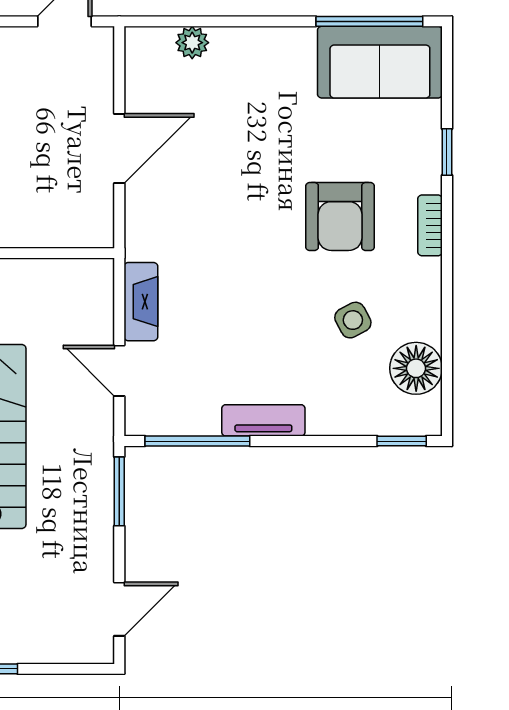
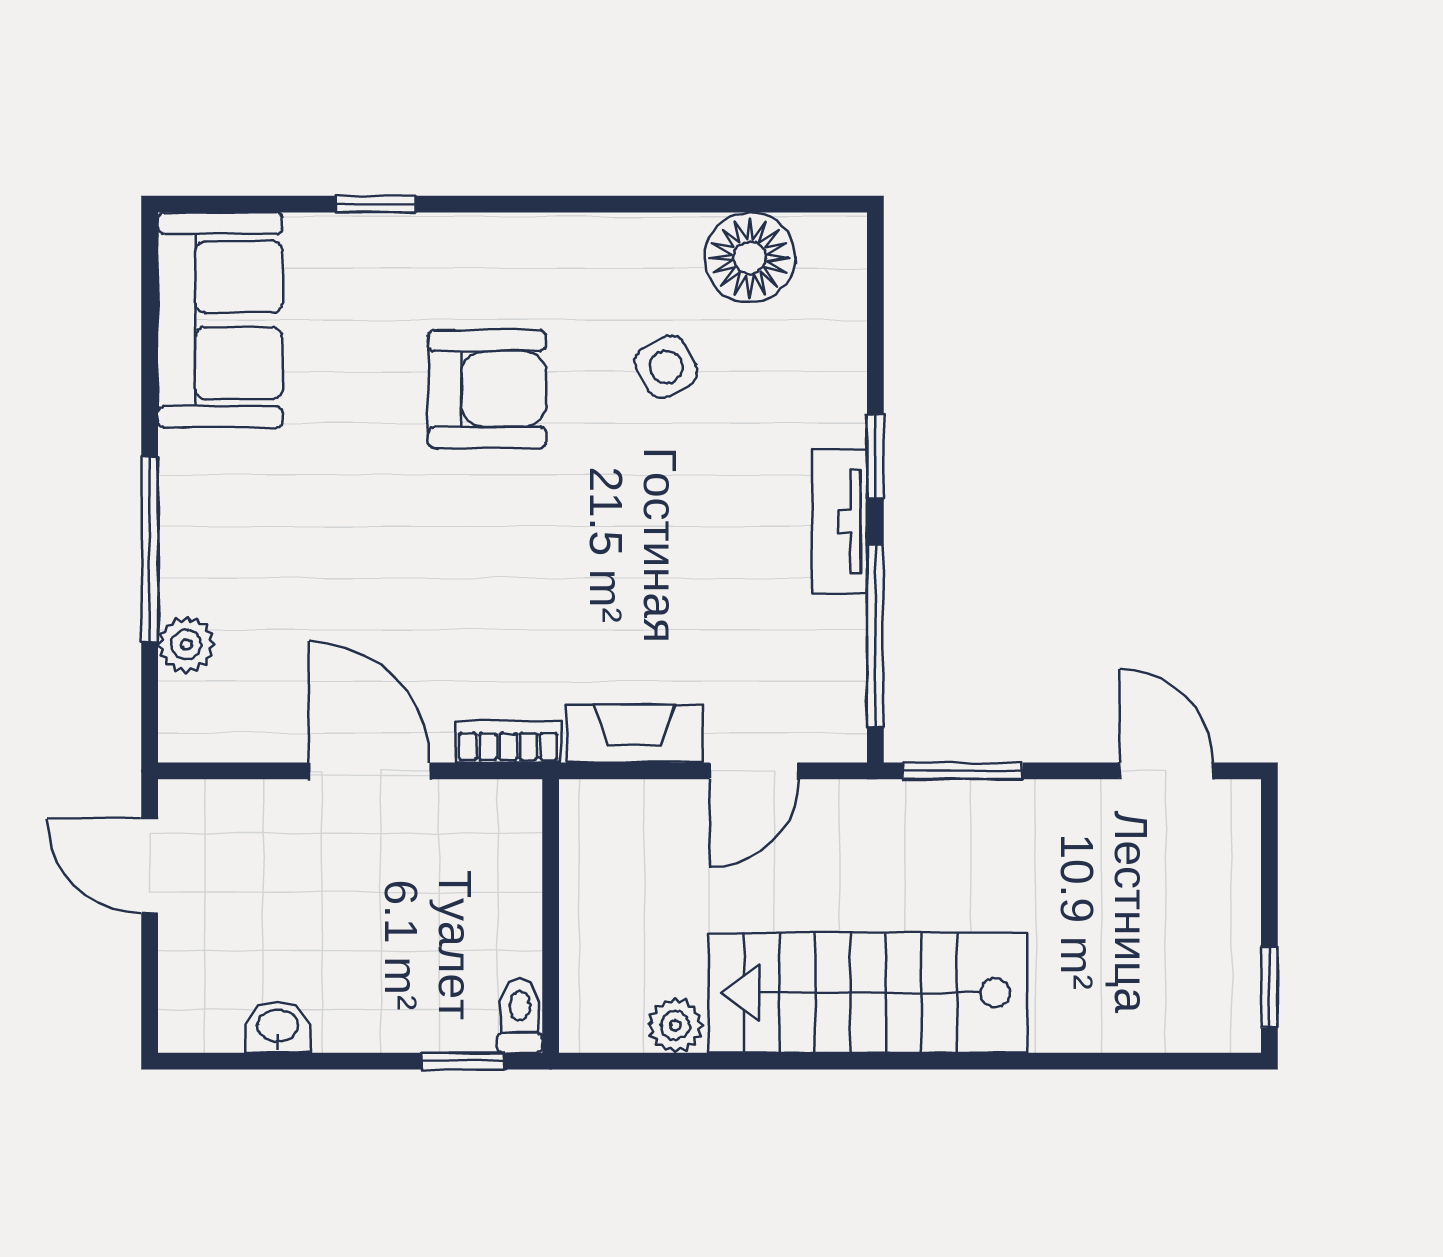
window: (369, 21) -> (150, 549), moved
bookcase: (430, 225) -> (508, 741), moved, turned 180
window: (402, 441) -> (875, 456), moved

